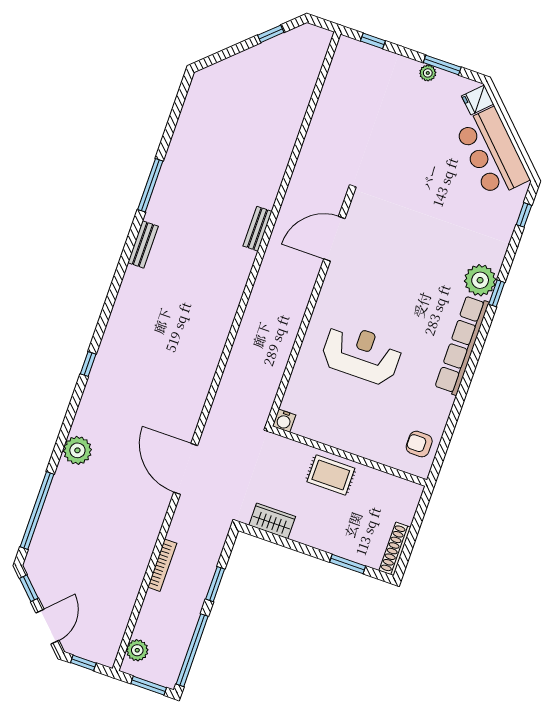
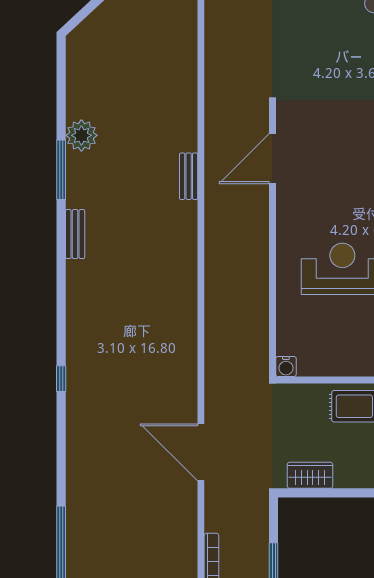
plant: (77, 450) -> (81, 135), moved

